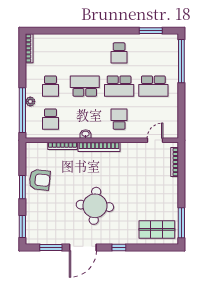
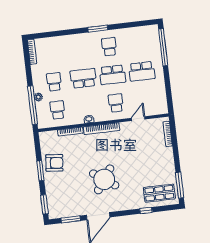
window: (151, 31) -> (98, 29), moved
school desk: (119, 53) -> (109, 47), turned 180
school desk: (50, 86) -> (54, 82), turned 180
school desk: (50, 119) -> (57, 110), turned 180
door: (155, 140) -> (138, 119), moved
round table: (95, 206) -> (104, 179), turned 30
window: (119, 247) -> (146, 210), moved

